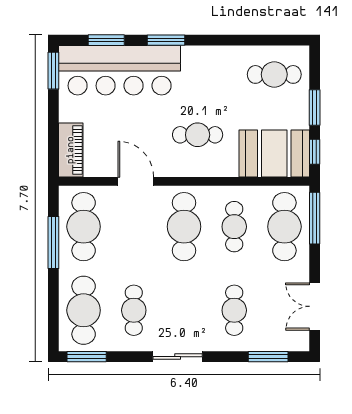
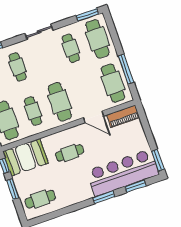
piano: (71, 150) -> (123, 116), moved, turned -90

